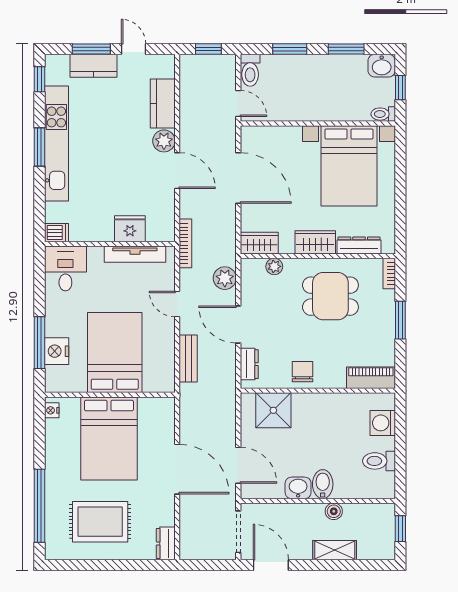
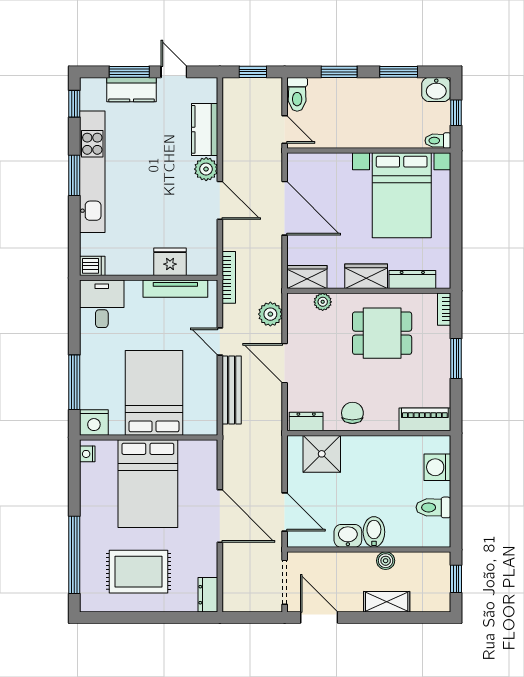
nightstand: (57, 351) -> (94, 423), moved, turned -90
bench: (188, 359) -> (232, 390), width x1.36
dresser: (249, 364) -> (306, 422), moved, turned -90

